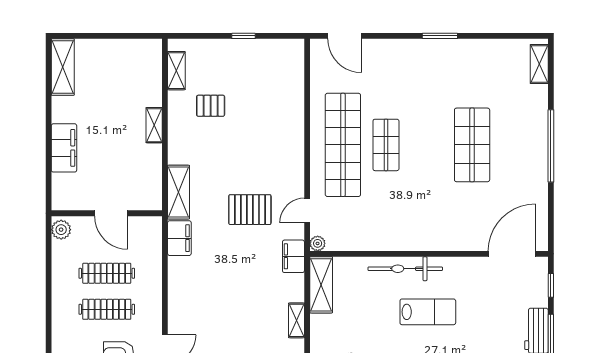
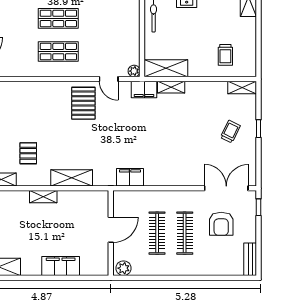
shop shelf: (343, 145) -> (58, 52), width x0.50, depth x0.74
shelving: (179, 192) -> (72, 178), moved
pallet: (250, 210) -> (83, 103), moved
shelving: (297, 320) -> (171, 87), moved

